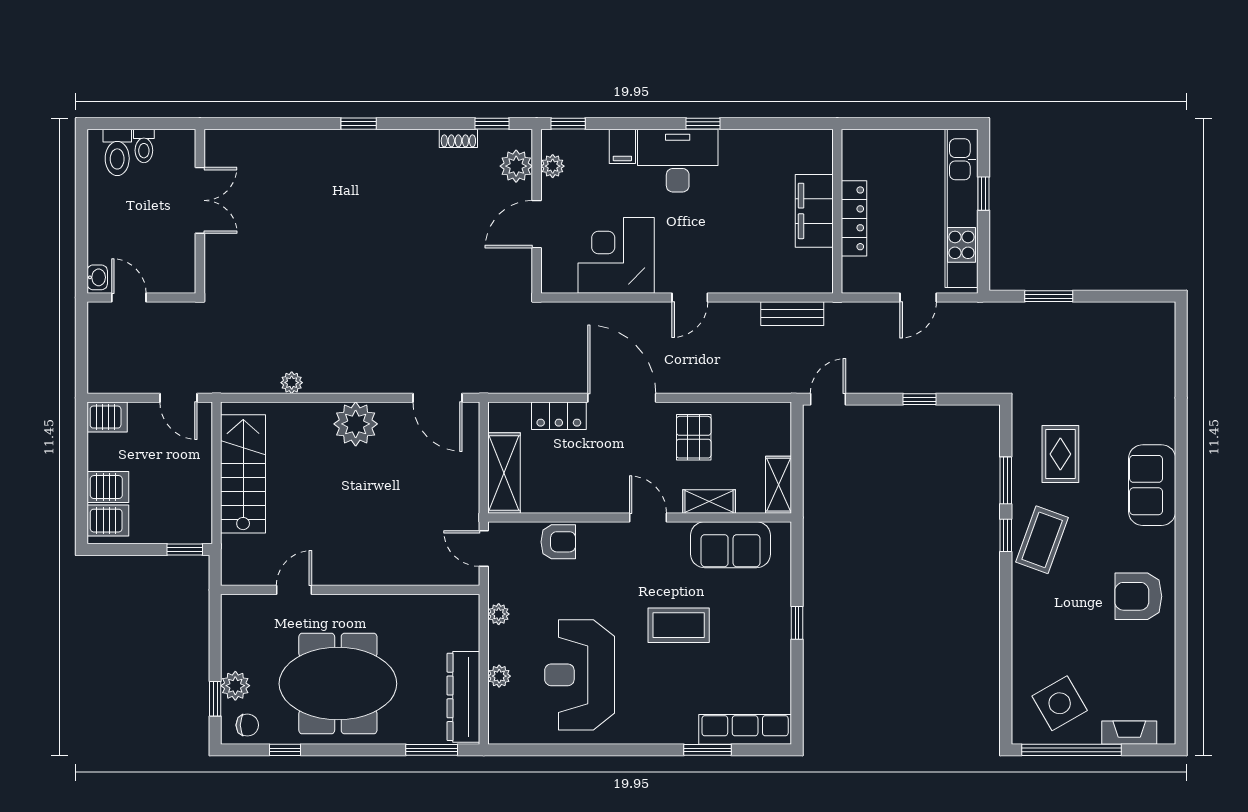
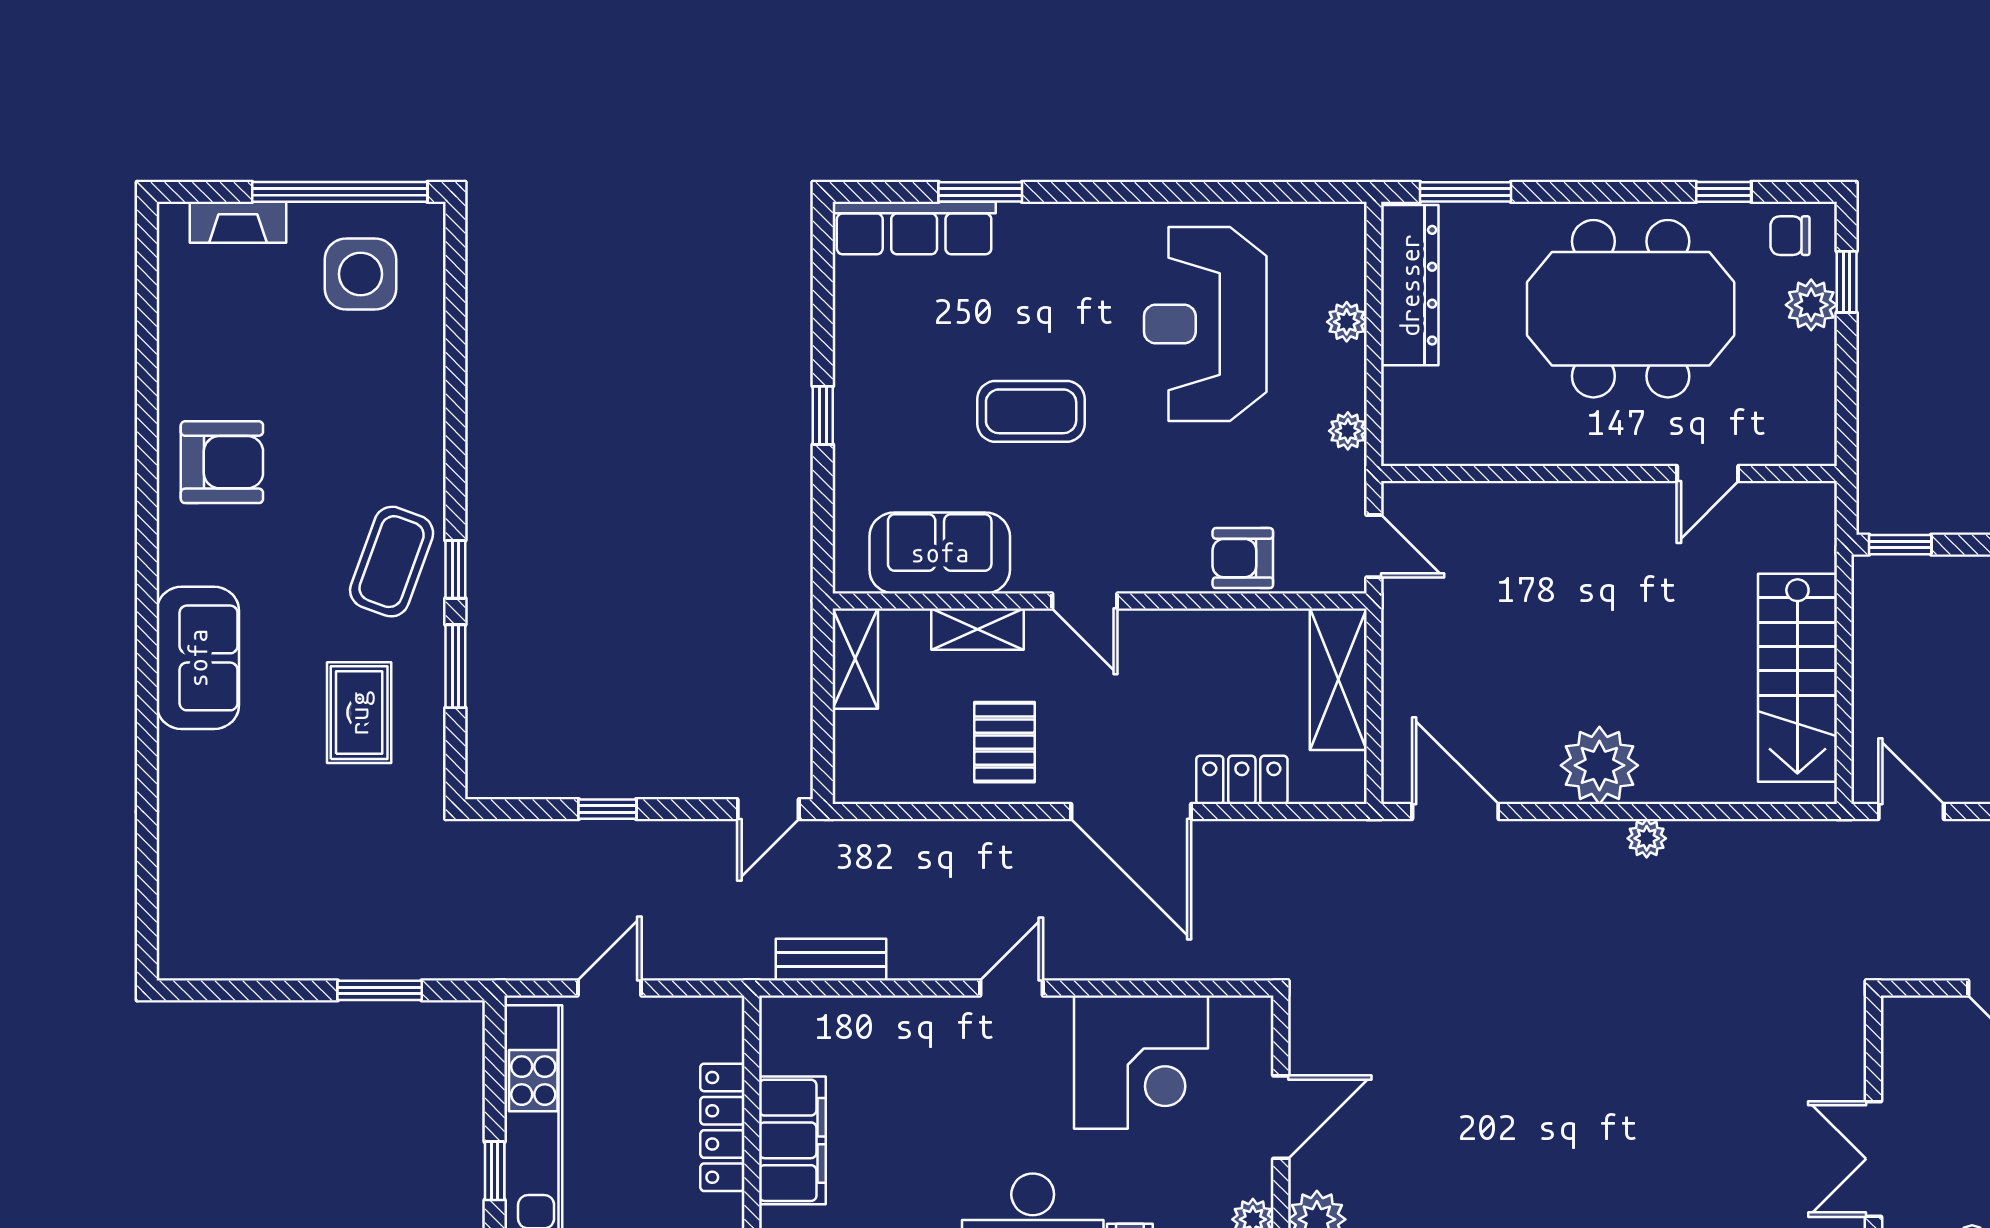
plant: (292, 383) -> (1647, 838), moved
reception desk: (580, 675) -> (1205, 324), turned 180
side table: (1060, 703) -> (361, 274), turned 30

